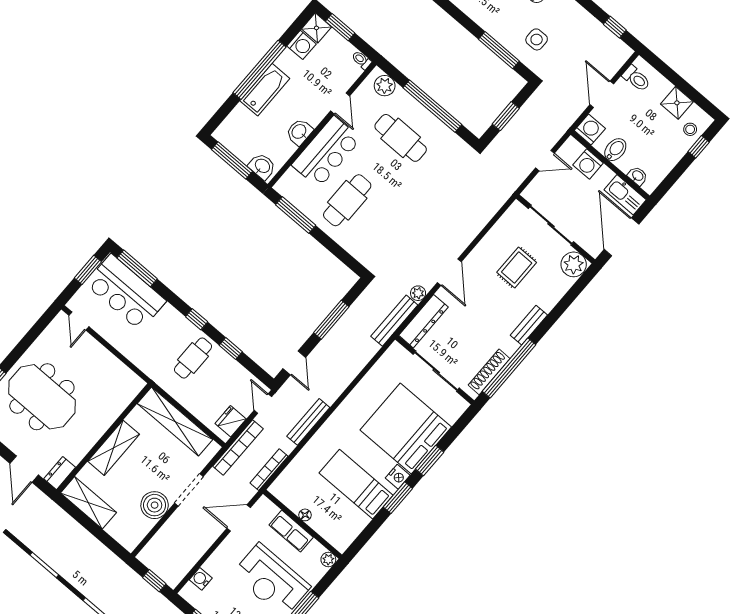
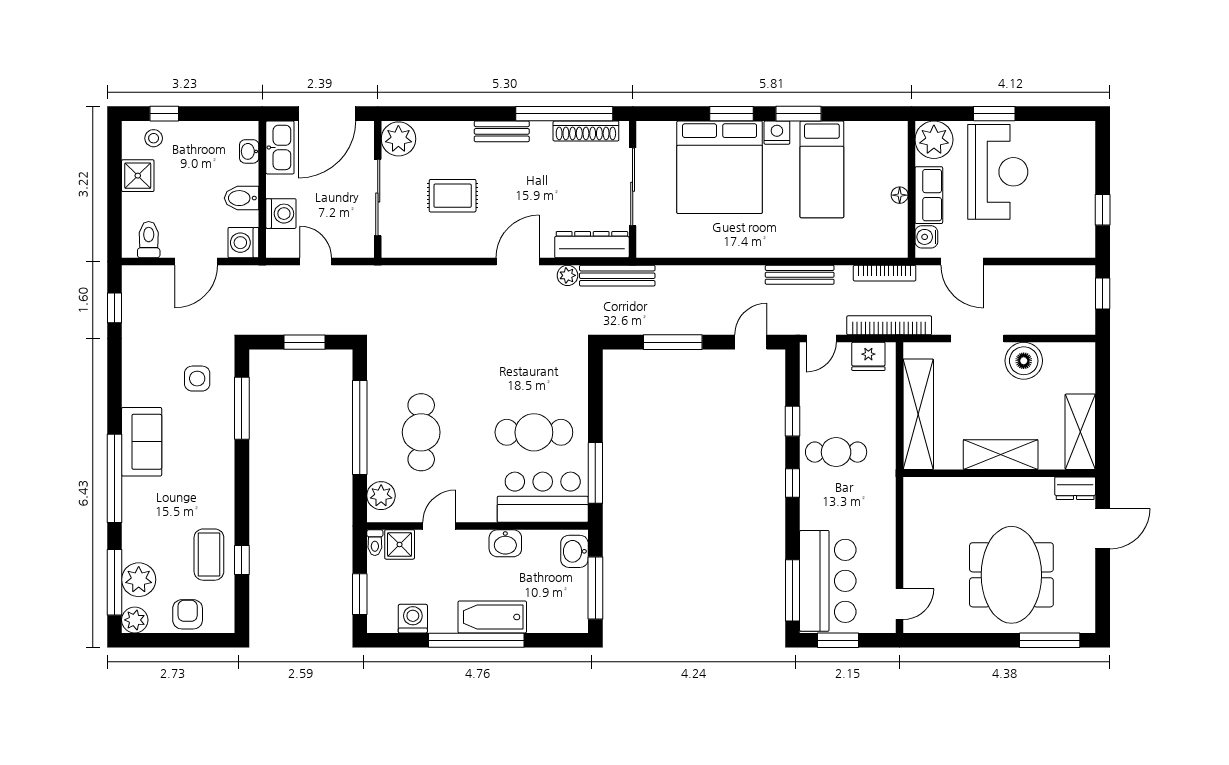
shower: (316, 28) -> (400, 544), moved
bar counter: (326, 152) -> (543, 497), moved
plant: (328, 560) -> (934, 140), width x1.88, depth x1.88
water cooler: (201, 579) -> (926, 237), moved, turned 90

